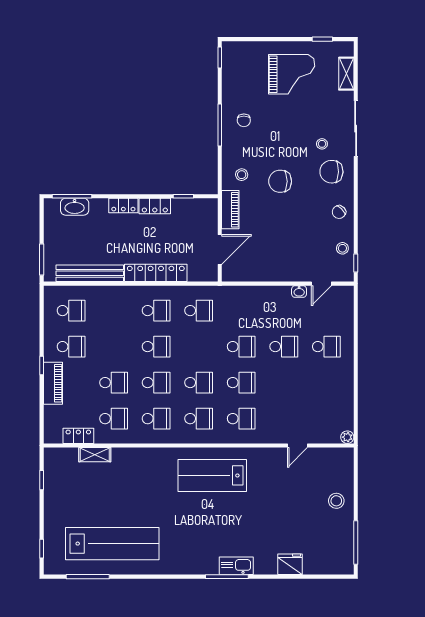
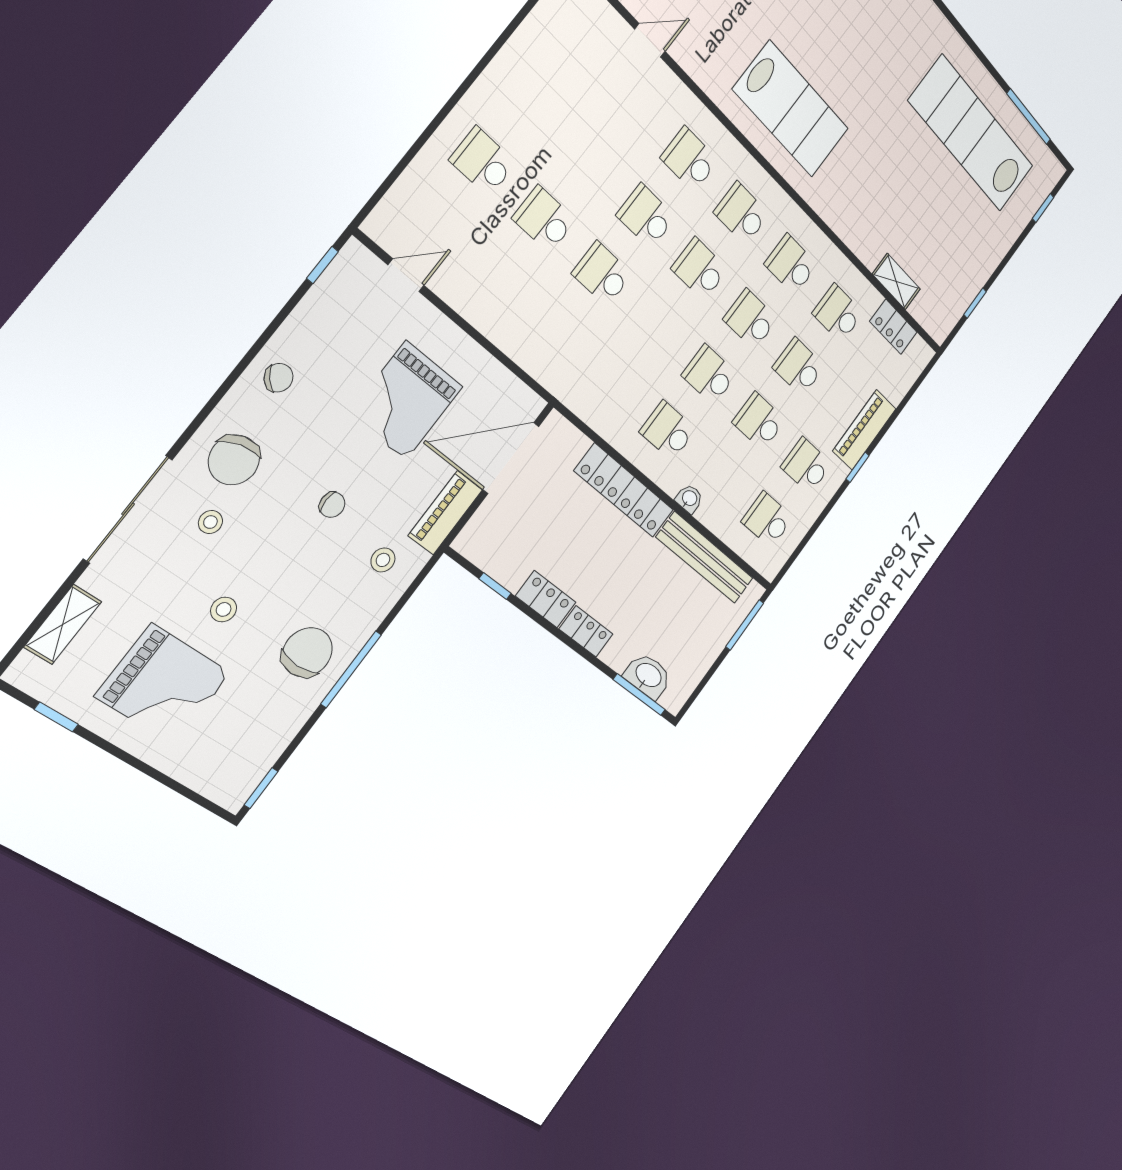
grand piano: (292, 74) -> (164, 684), turned 180
chair: (244, 120) -> (307, 652), width x1.87, depth x1.87
chair: (331, 172) -> (234, 460), turned 73
chair: (280, 181) -> (332, 505), width x0.54, depth x0.54
grand piano: (283, 239) -> (406, 401), added
stool: (342, 248) -> (224, 609), moved
door: (220, 249) -> (511, 458), width x1.36
washbasin: (299, 292) -> (689, 499), moved
school desk: (199, 311) -> (759, 421), moved

